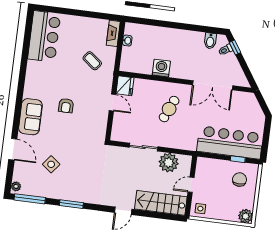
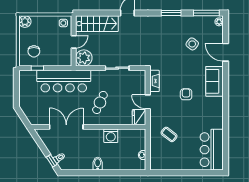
fireplace: (113, 33) -> (154, 81), moved
bidet: (210, 41) -> (98, 164), moved
bar counter: (230, 143) -> (64, 81), moved
plant: (169, 163) -> (84, 58), moved

